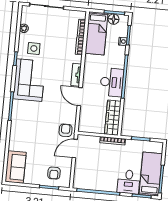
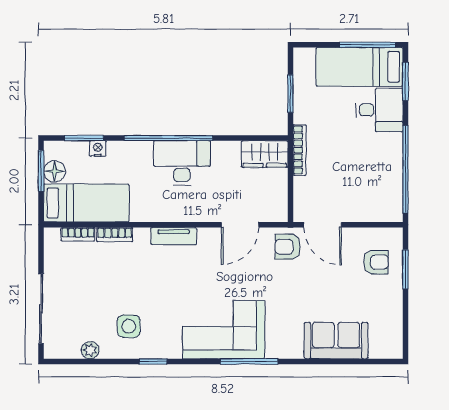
corner sofa: (29, 80) -> (224, 330), moved
door: (80, 97) -> (240, 225), moved
wardrobe: (113, 118) -> (265, 154), width x0.67
sofa: (16, 167) -> (336, 340), moved

